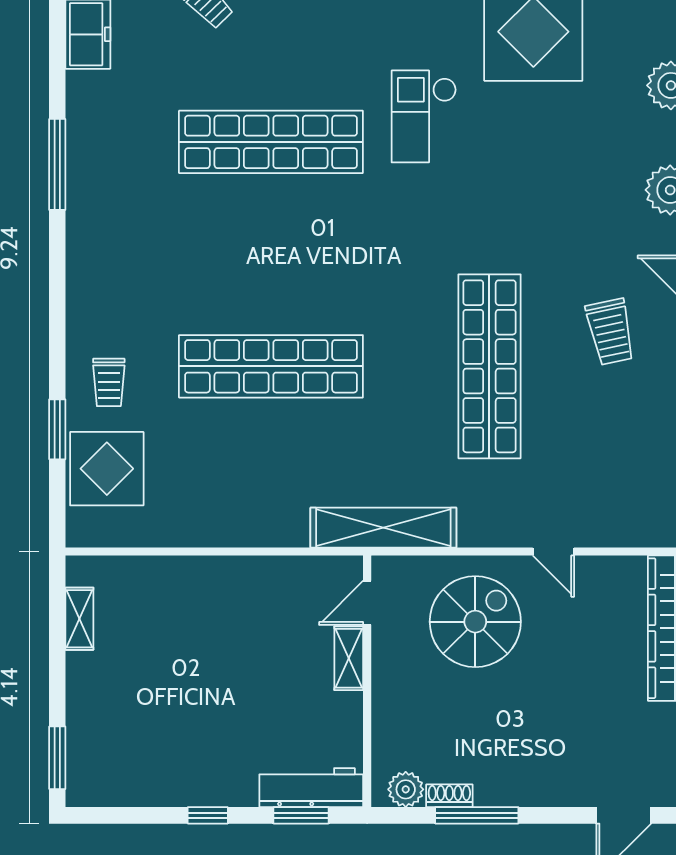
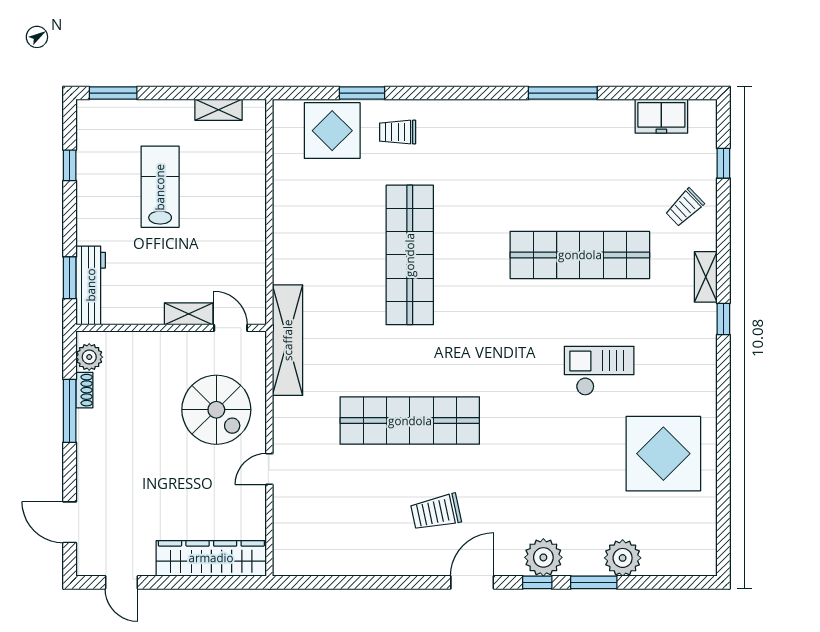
shop shelf: (271, 142) -> (580, 255), turned 90
lab bench: (181, 696) -> (160, 187), added
window: (208, 815) -> (70, 165), moved

